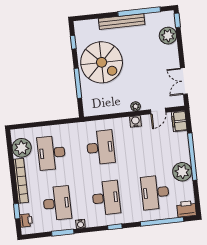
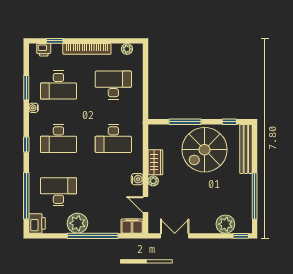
bench: (122, 22) -> (246, 149), moved
wardrobe: (118, 106) -> (155, 162), added
plant: (22, 148) -> (127, 49), width x0.53, depth x0.53

